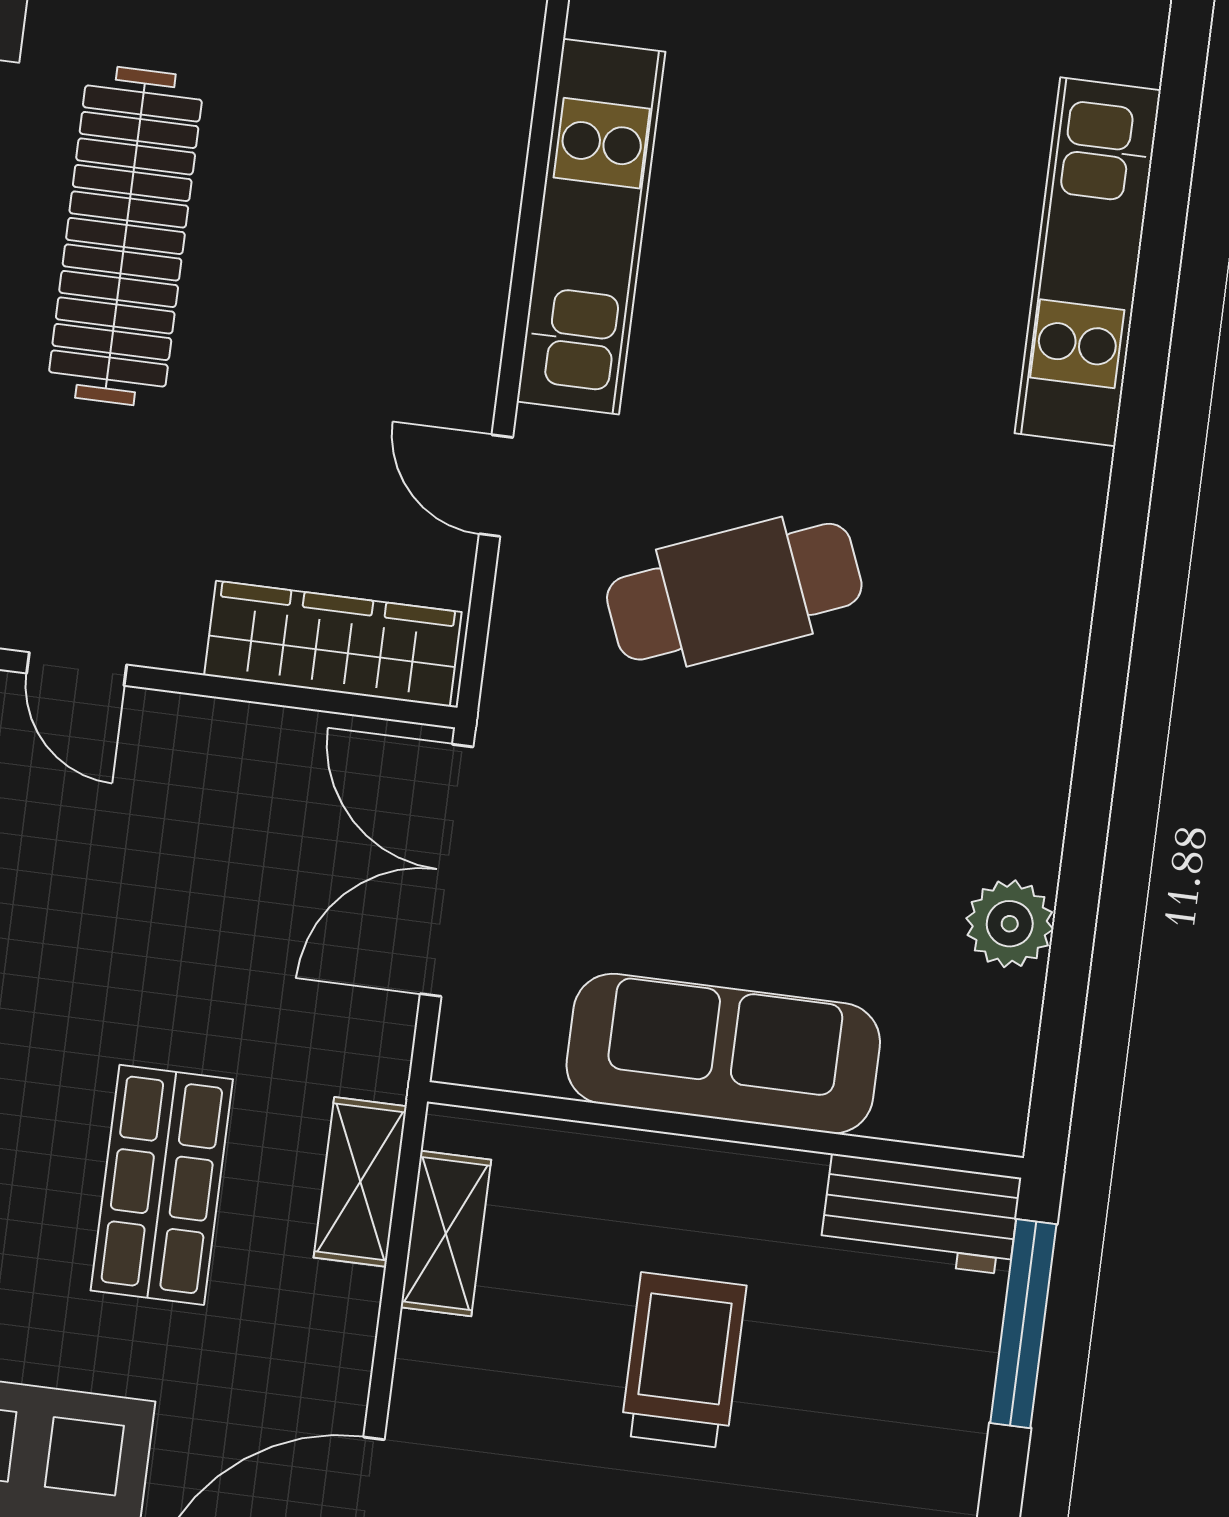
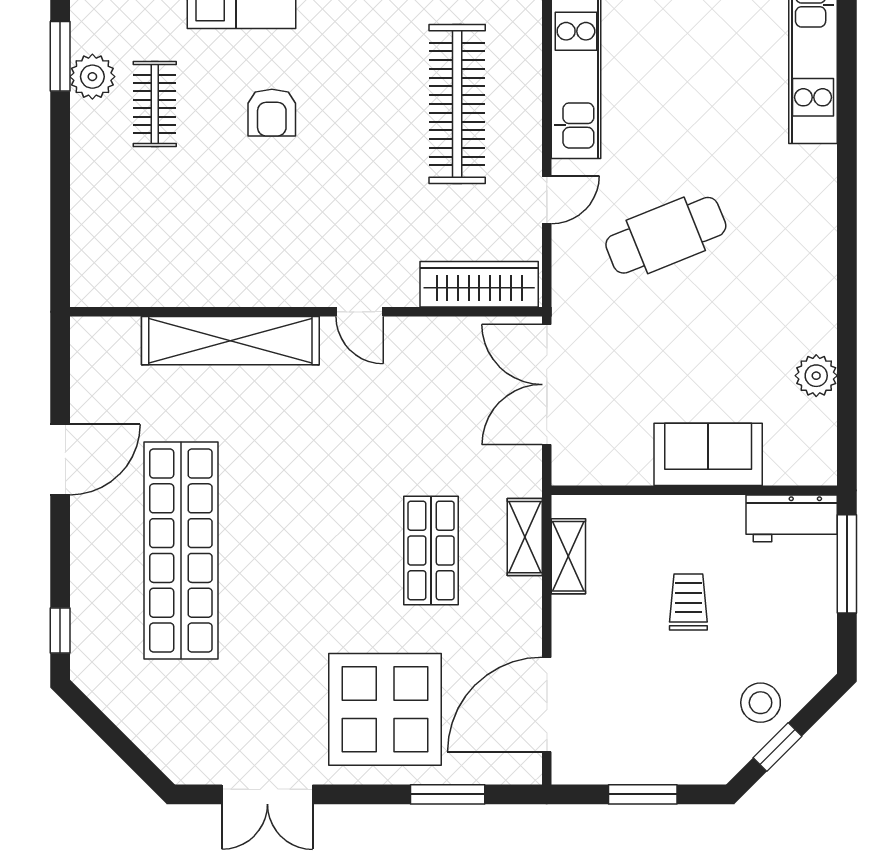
clothes rail: (125, 236) -> (457, 104), moved
door: (496, 486) -> (547, 200), swing flipped
sofa: (723, 1054) -> (708, 454), width x0.73
trolley: (683, 1360) -> (688, 602), width x0.73, depth x0.72

